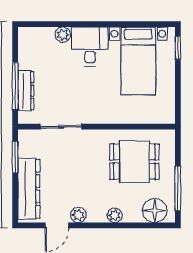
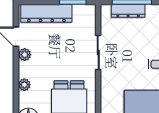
sliding door: (61, 127) -> (98, 53), moved

